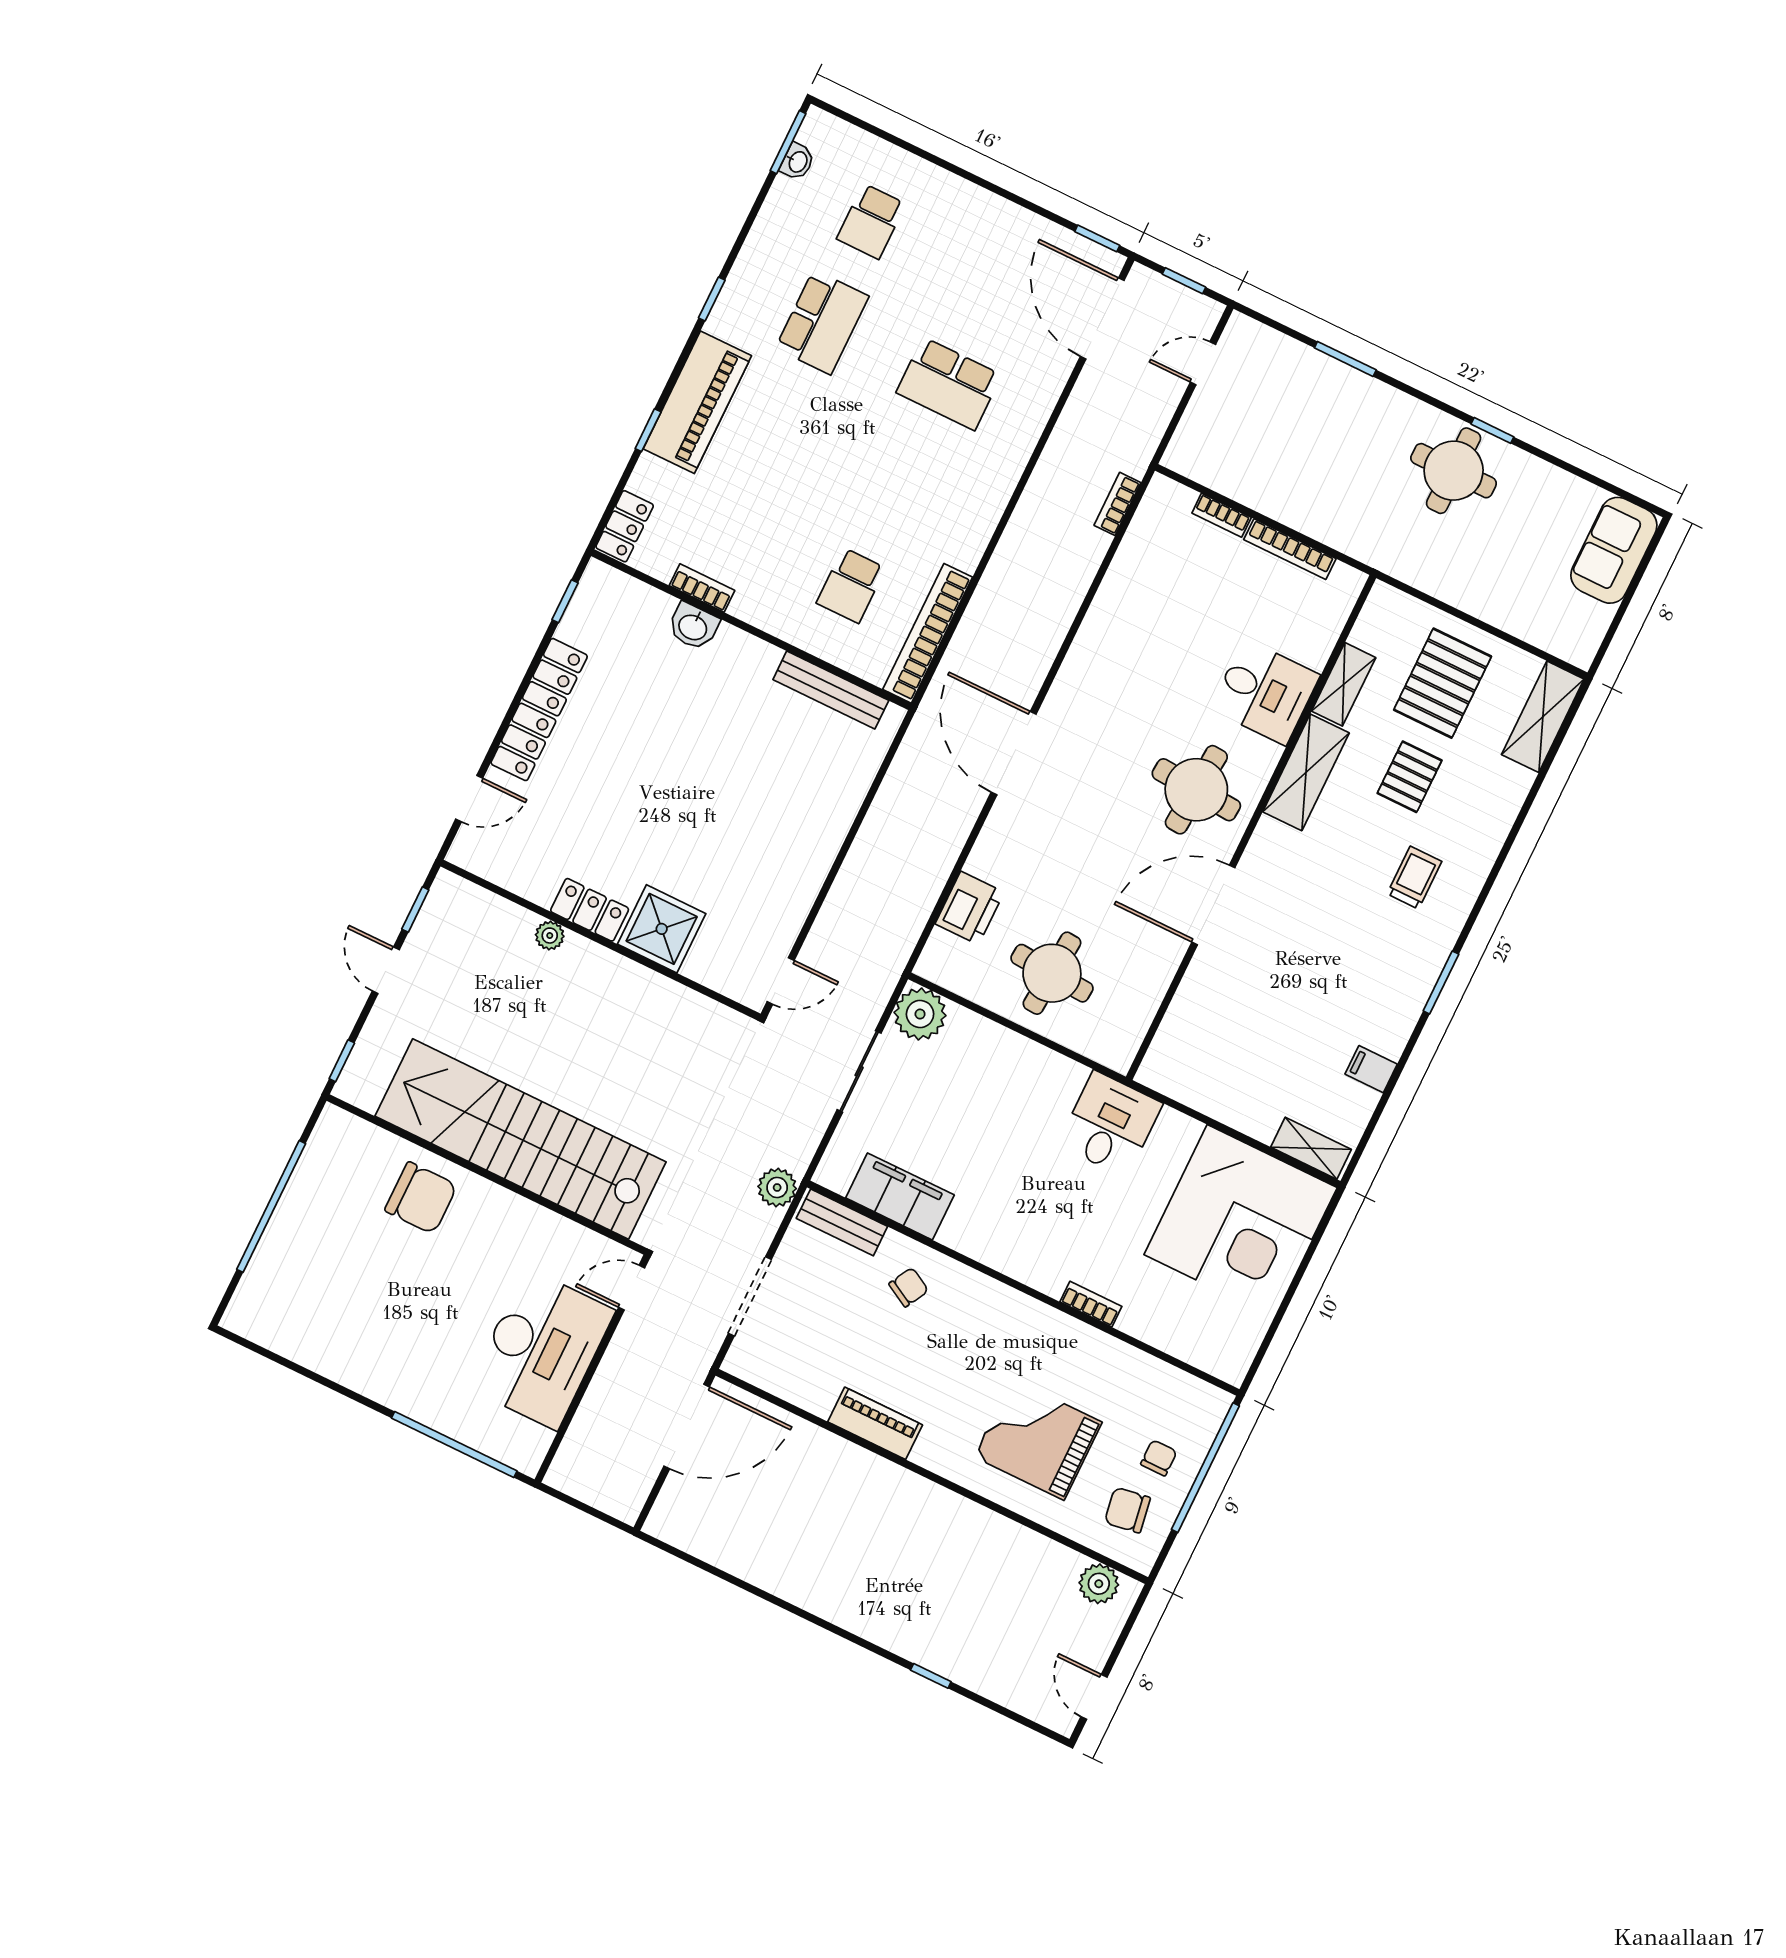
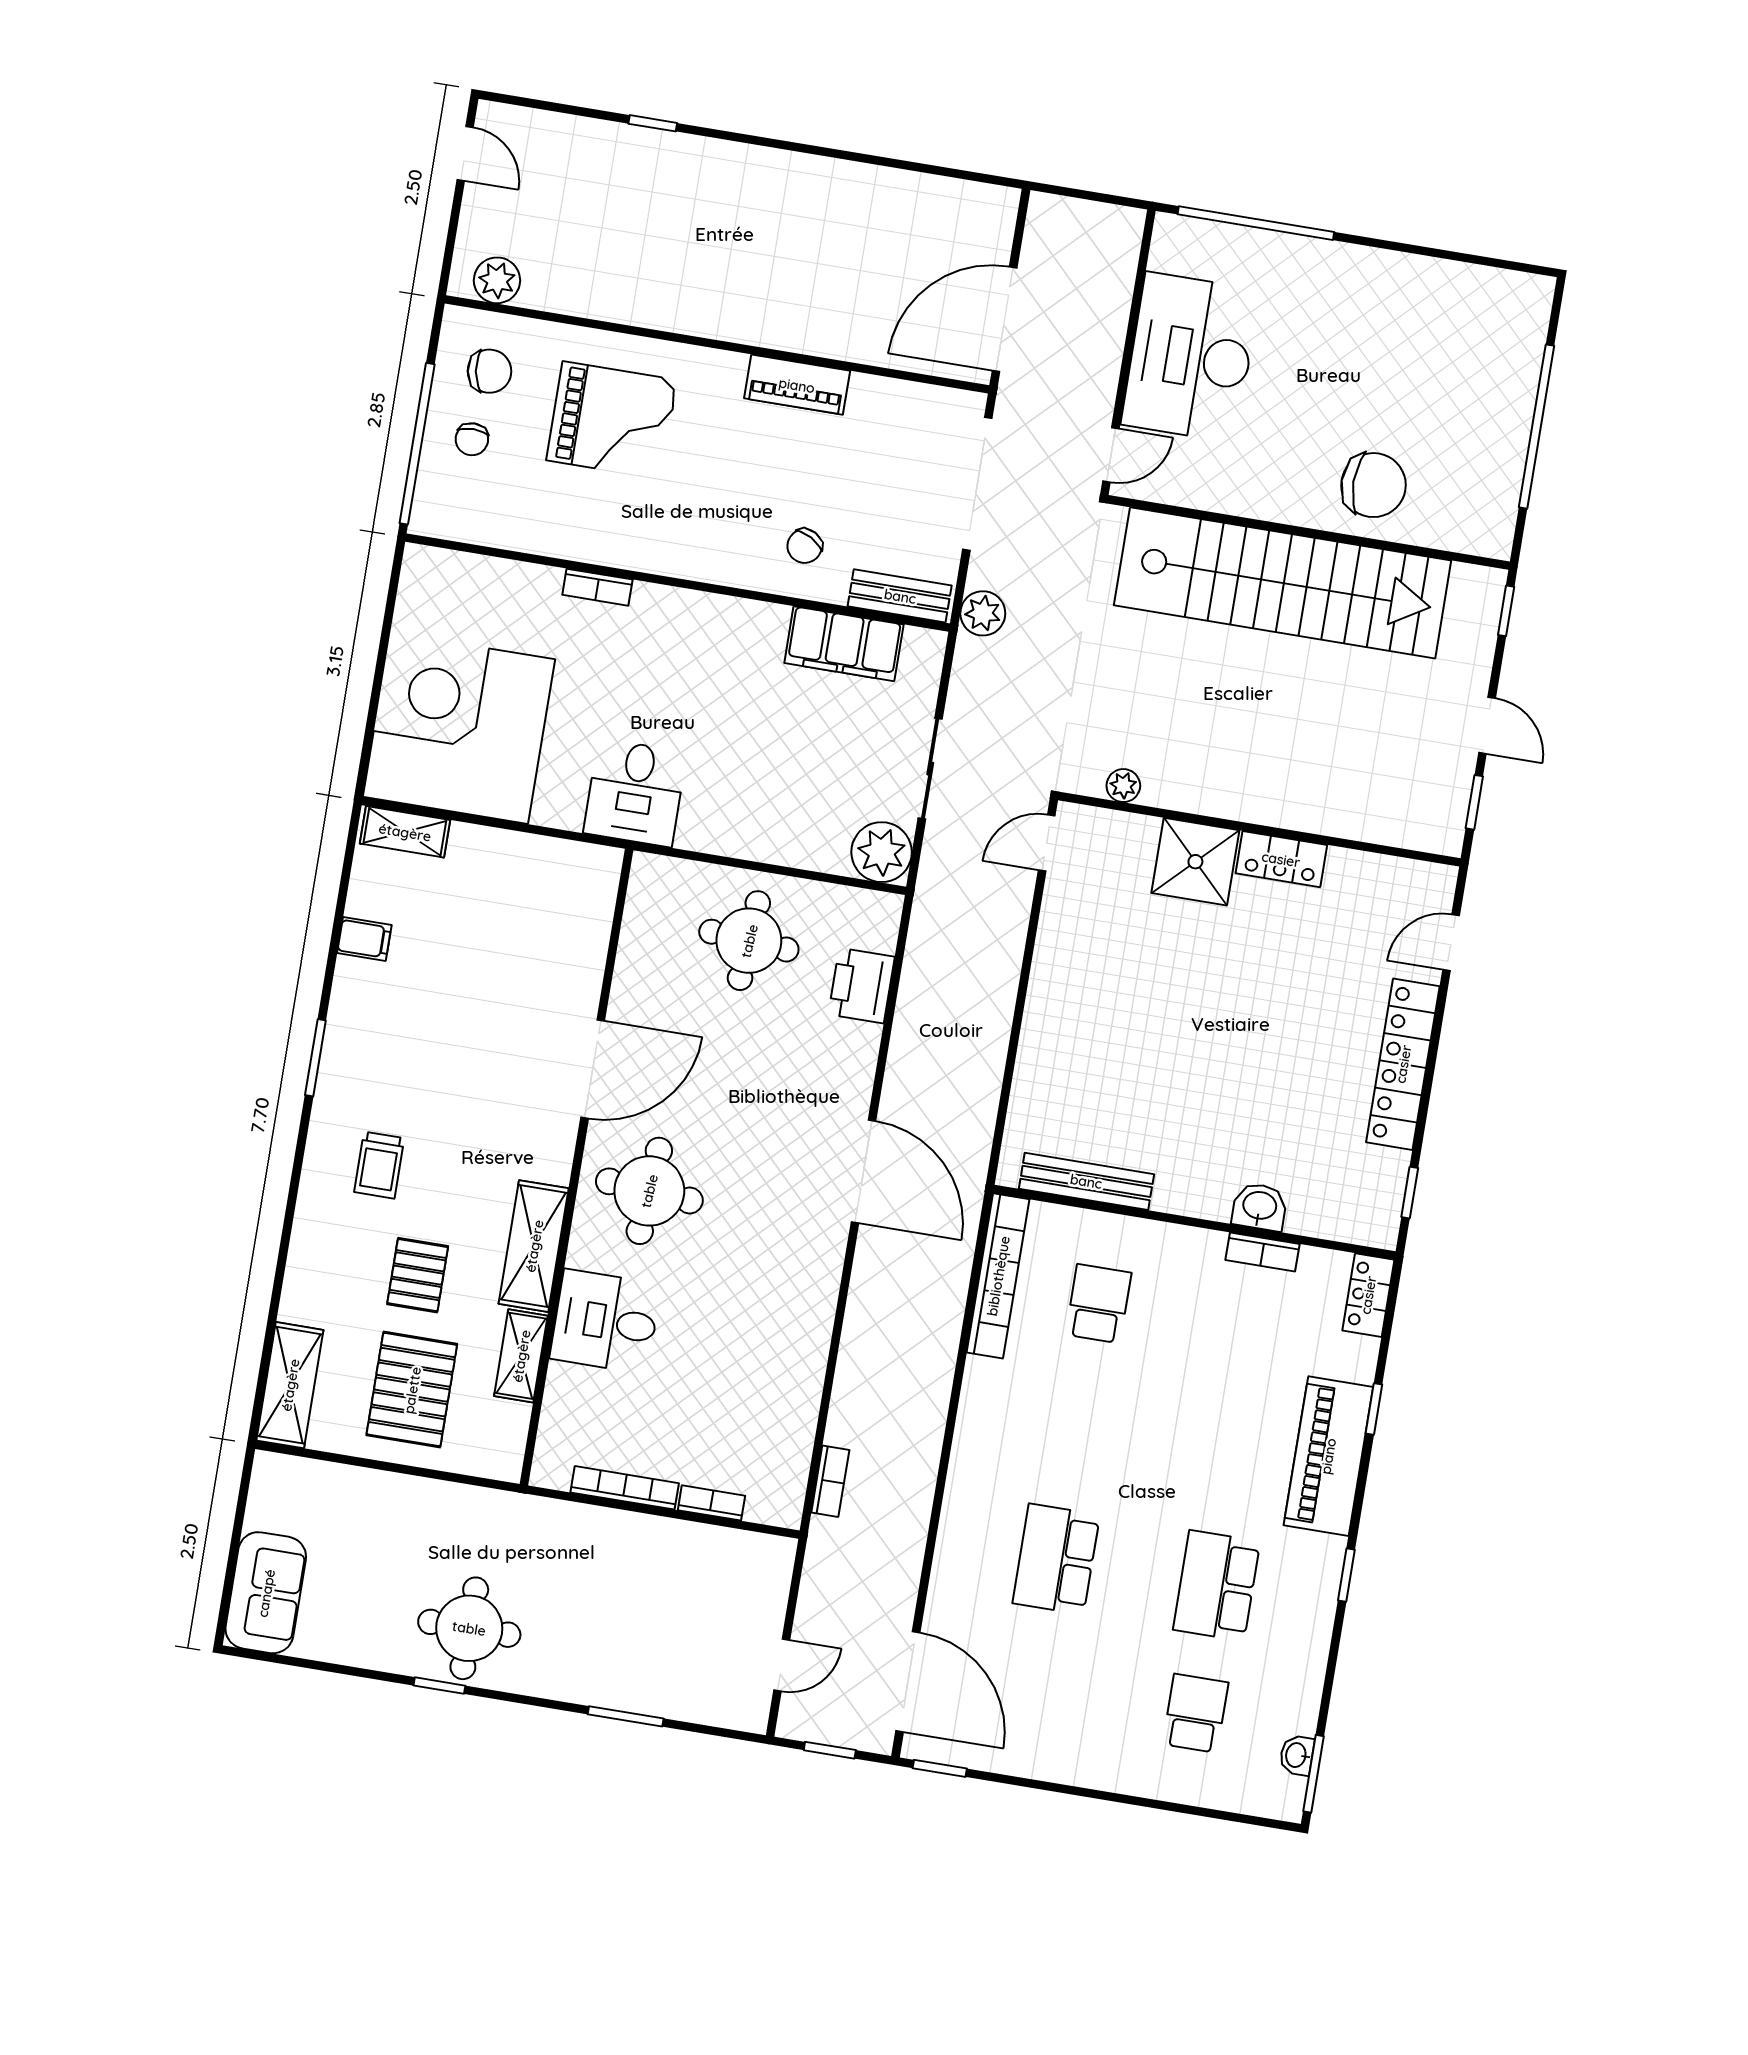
school desk: (949, 384) -> (1056, 1559), turned -90
plant: (550, 936) -> (1123, 786), moved
chair: (421, 1198) -> (1374, 485), turned 180
doorway: (750, 1296) -> (977, 484), width x1.36

